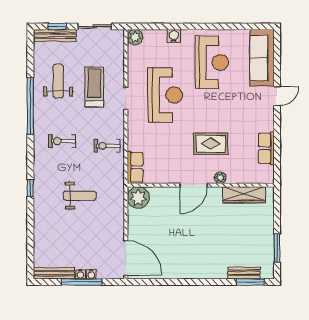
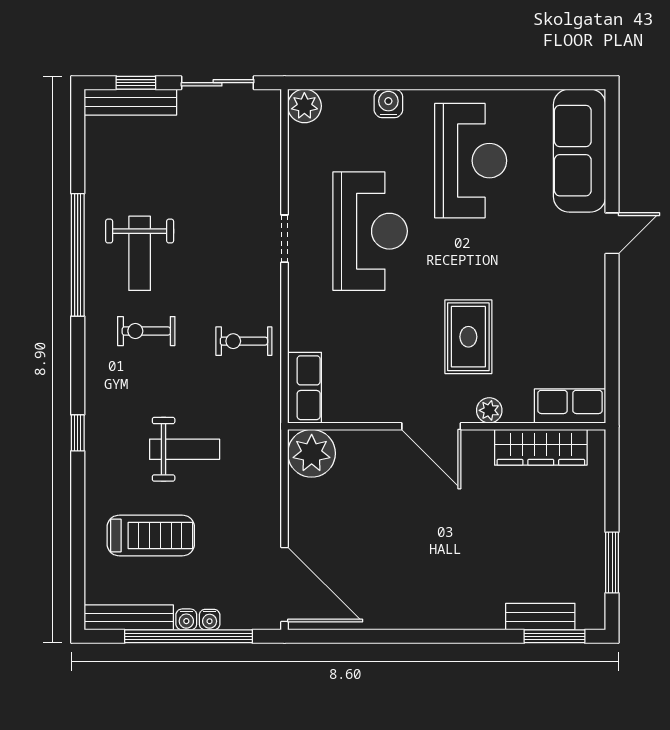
weight bench: (58, 81) -> (140, 253), moved, turned 180
treadmill: (94, 87) -> (151, 535), moved, turned 90
rug: (211, 144) -> (468, 337), turned 90
row of seats: (266, 148) -> (570, 406), moved, turned 90
door: (193, 185) -> (431, 426), hinge flipped
window: (81, 282) -> (189, 636), width x1.46

